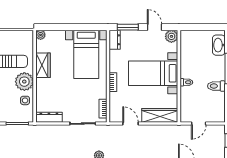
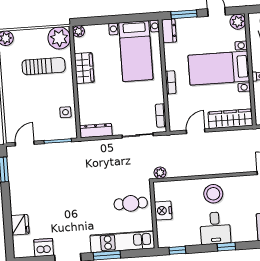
plant: (24, 82) -> (59, 38), moved
door: (131, 124) -> (196, 131), hinge flipped

